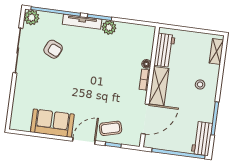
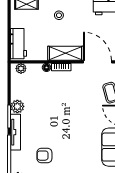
plant: (149, 37) -> (21, 68), added
armchair: (53, 49) -> (44, 156), turned -115
workbench: (164, 50) -> (19, 44), moved, turned 90

